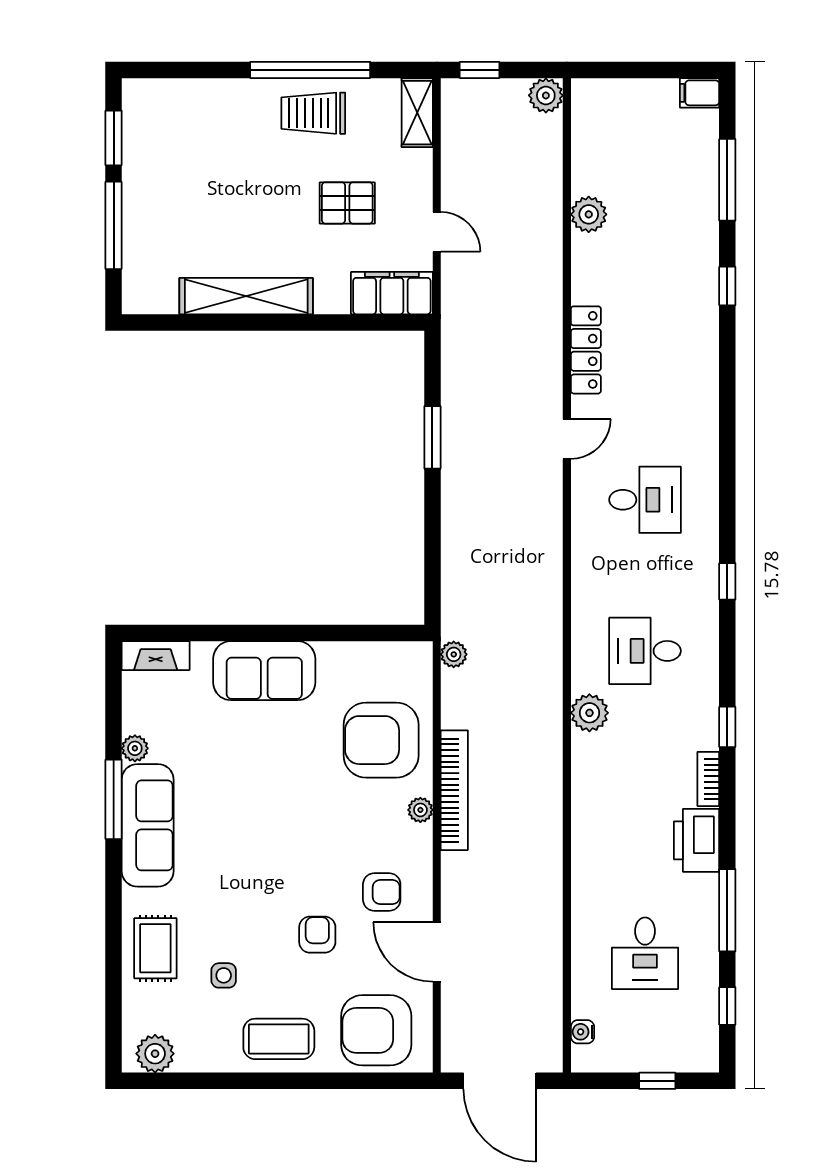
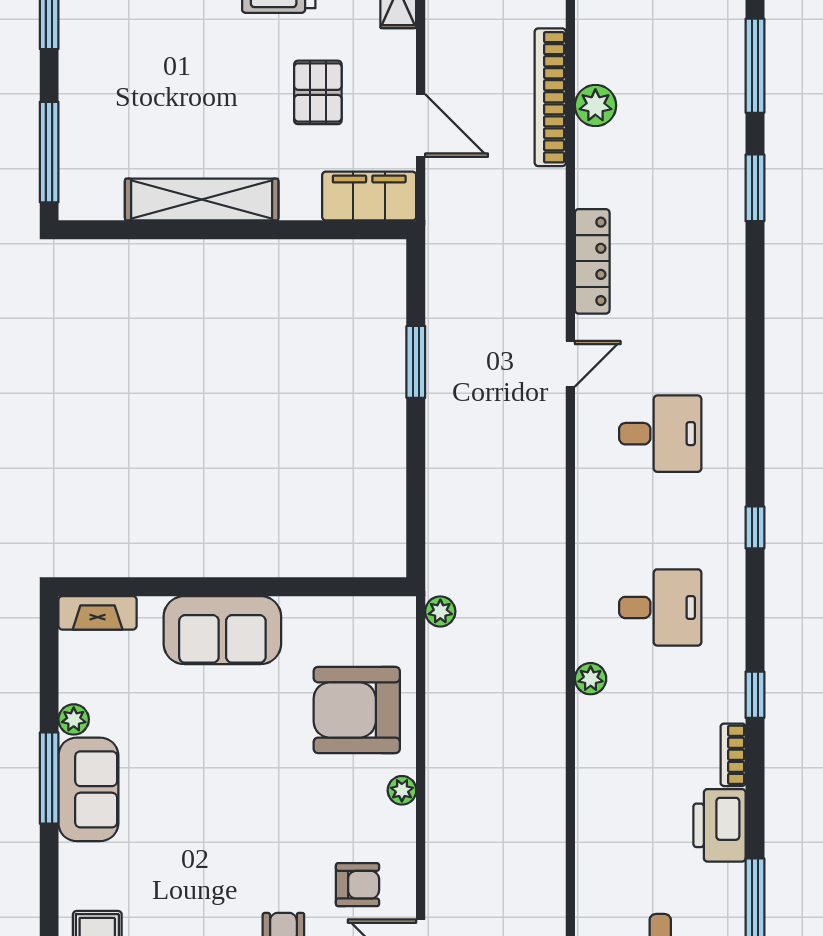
pallet: (347, 203) -> (318, 92), turned 90
window: (114, 225) -> (49, 152), moved
door: (437, 232) -> (421, 126), width x1.38
window: (727, 286) -> (755, 188), width x1.50
desk: (645, 651) -> (660, 607), turned 180
plant: (589, 713) -> (591, 679), width x0.73, depth x0.73
bookcase: (454, 790) -> (550, 97), moved, turned 180
sofa: (148, 825) -> (88, 789), width x0.73

